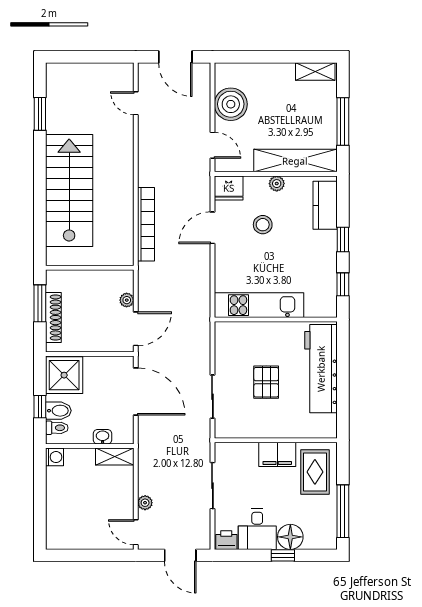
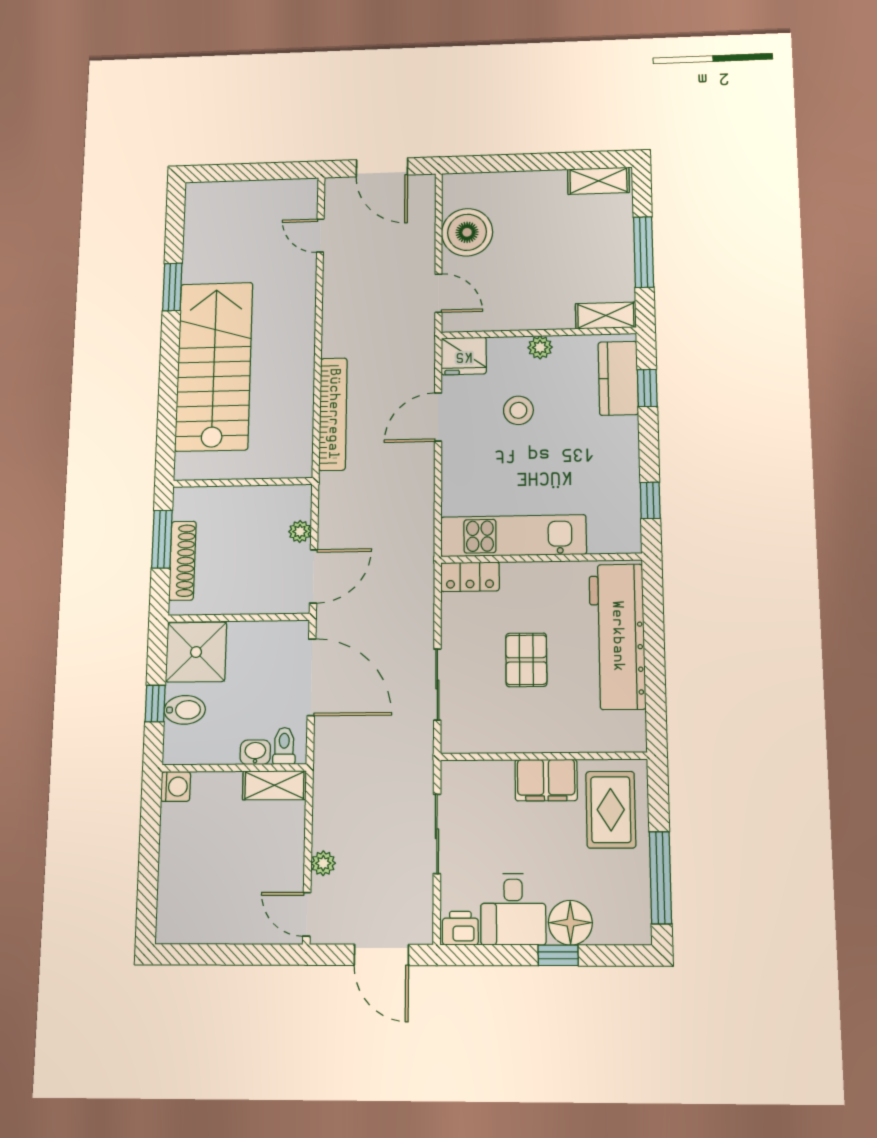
window: (40, 114) -> (172, 287), moved
shelving: (295, 161) -> (606, 315), width x0.45, depth x0.75
window: (343, 239) -> (647, 388), moved
locker: (232, 330) -> (470, 577), added
toilet: (57, 428) -> (284, 746), moved, turned -90

